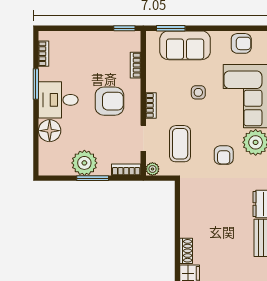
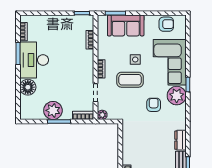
desk: (58, 100) -> (34, 60), width x1.37
armchair: (109, 101) -> (71, 66), removed
coffee table: (180, 144) -> (130, 80), moved, turned 90
armchair: (224, 155) -> (154, 105), turned 180

